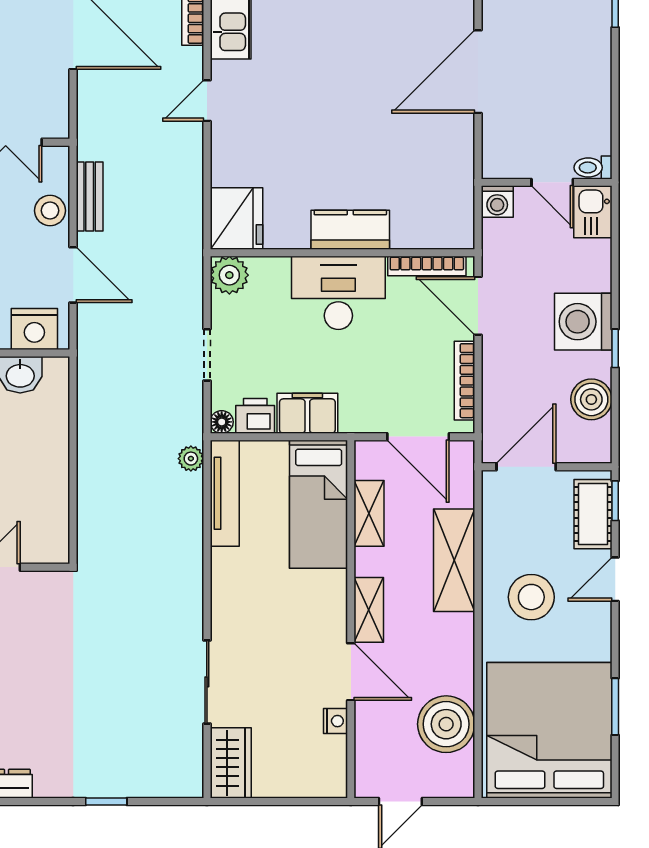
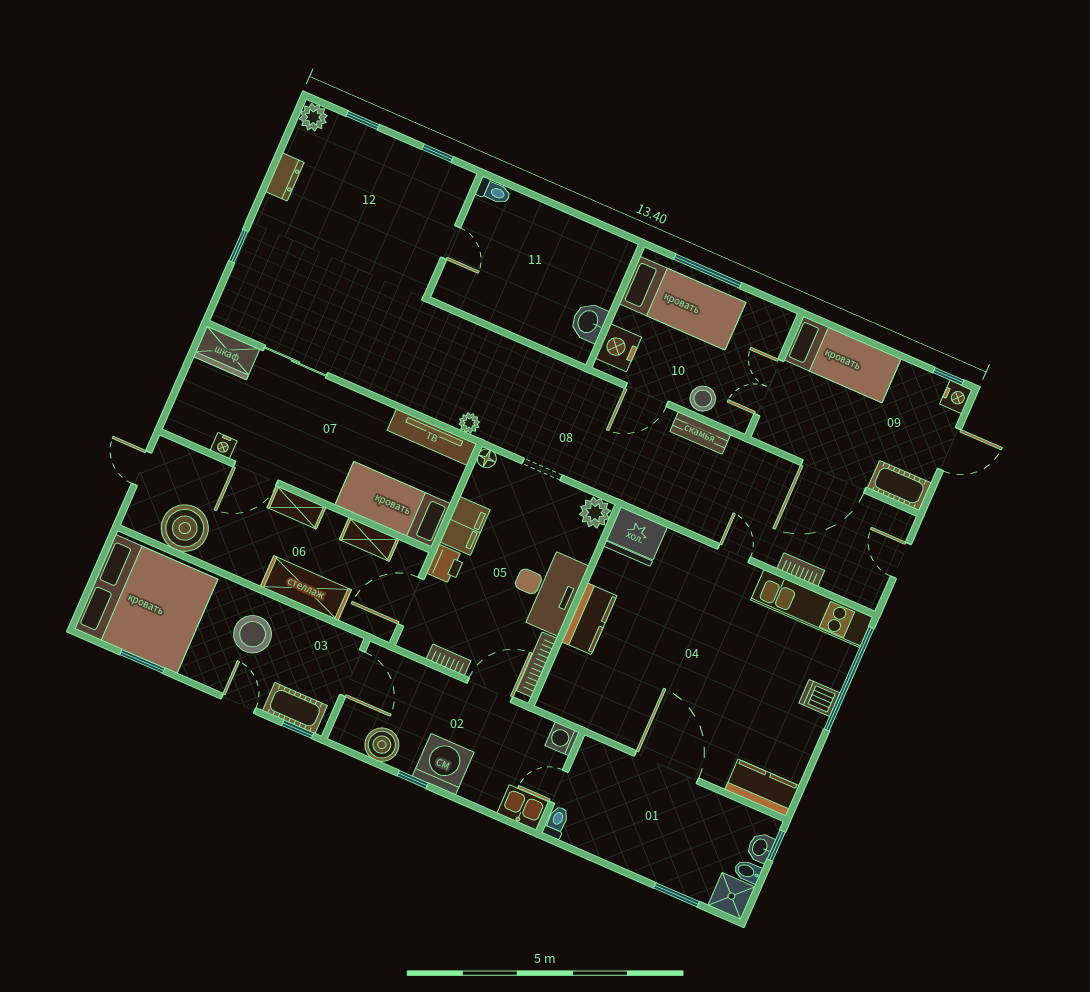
bookcase: (464, 381) -> (449, 660), width x0.64
printer: (255, 416) -> (446, 564), moved

